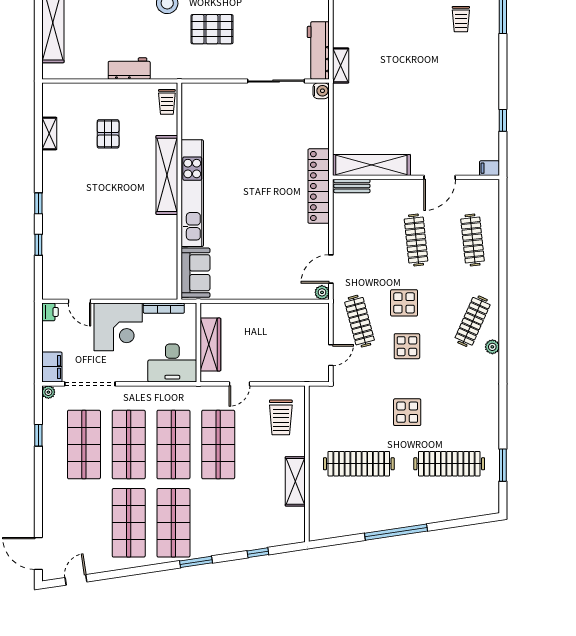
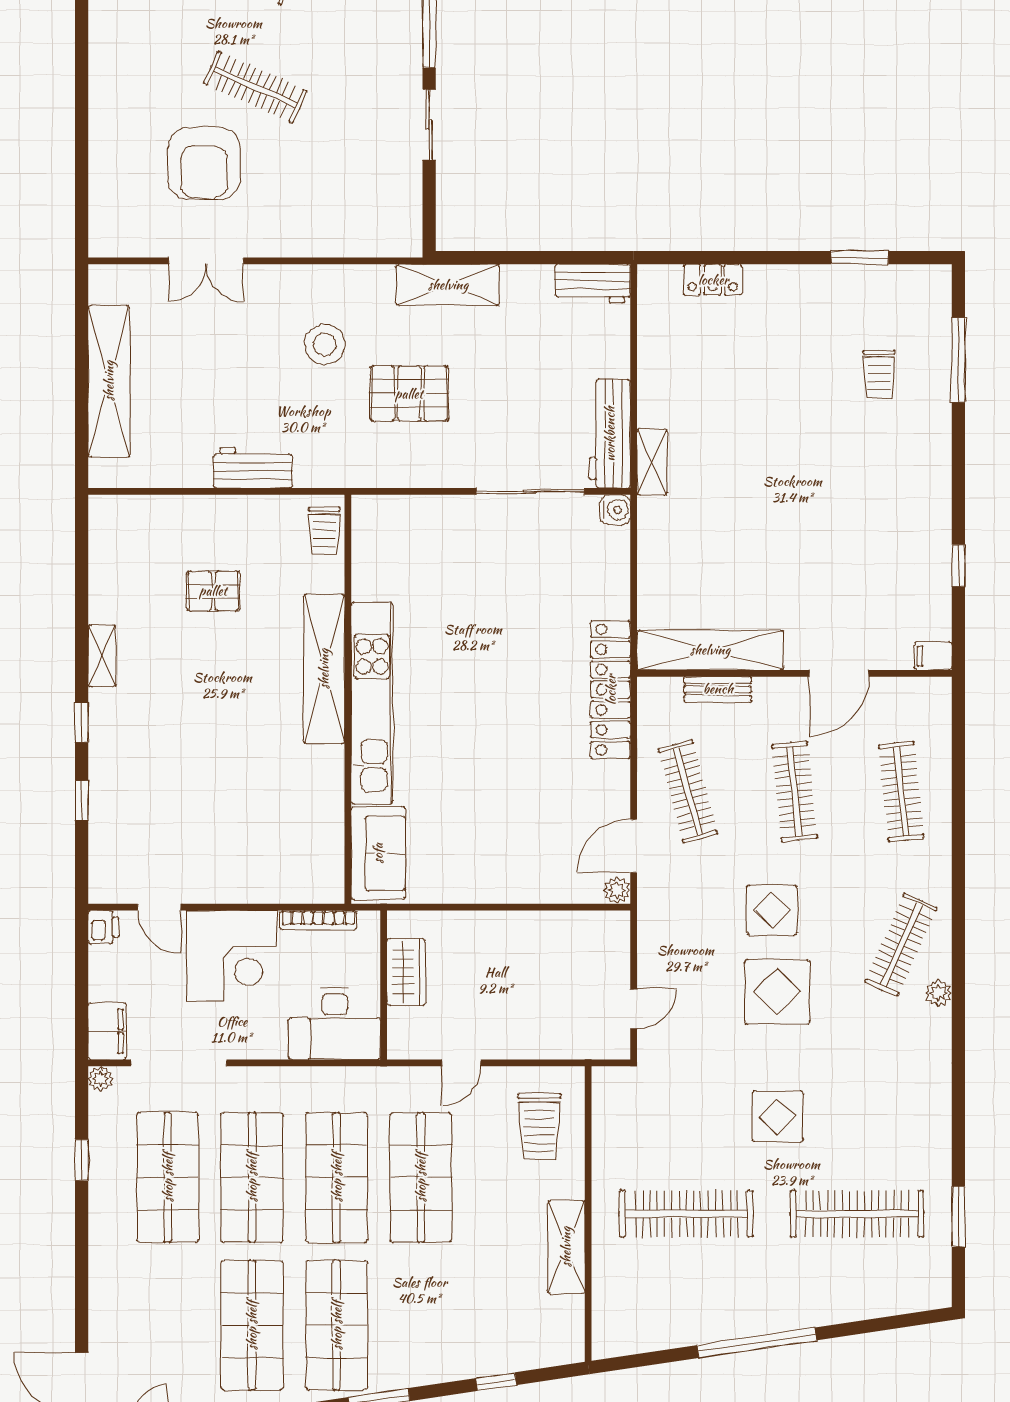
shelving: (49, 133) -> (102, 656), moved
pallet: (108, 134) -> (213, 591), turned 90
bench: (352, 186) -> (718, 689), moved
clothes rail: (360, 321) -> (688, 791), moved
wardrobe: (210, 345) -> (406, 972), width x0.67
display table: (407, 346) -> (777, 992), width x1.36, depth x1.36

